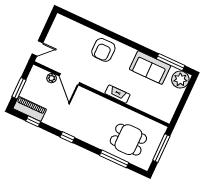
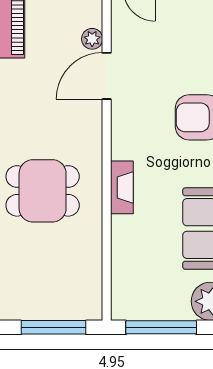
window: (182, 104) -> (161, 327), added
dining table: (128, 140) -> (43, 191), moved, turned 90

